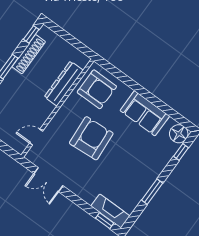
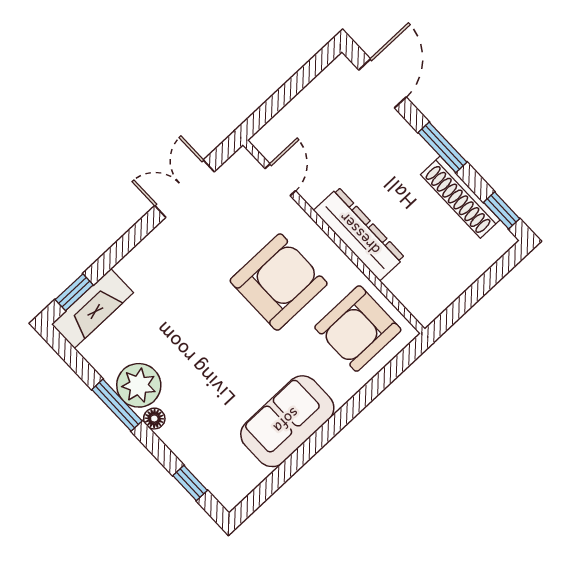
dresser: (64, 84) -> (359, 234), moved
floor lamp: (179, 134) -> (154, 419), moved, width x0.53, depth x0.53
armchair: (91, 138) -> (279, 282), moved, turned -86
plant: (141, 184) -> (139, 385), added

